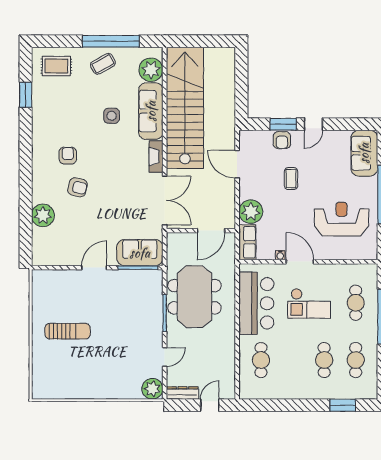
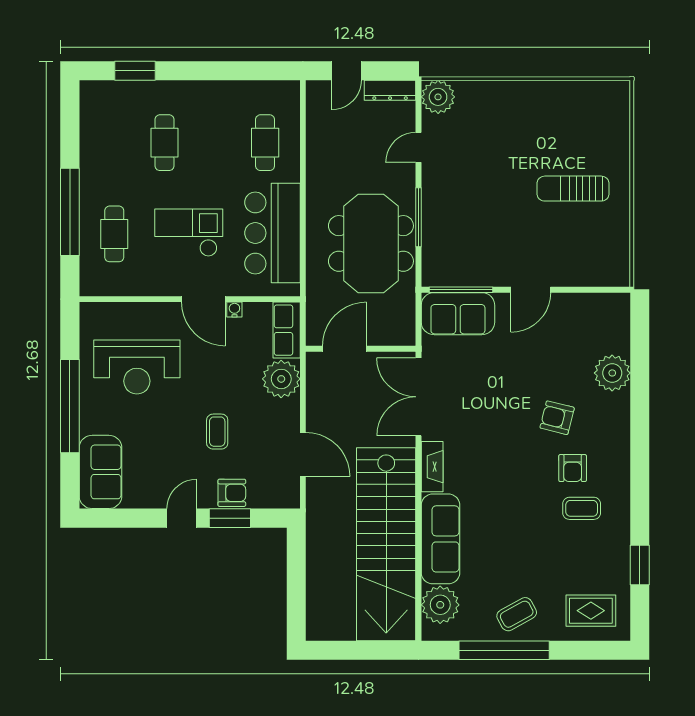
side table: (112, 116) -> (503, 532), removed
coffee table: (62, 130) -> (582, 508), added
armchair: (282, 140) -> (232, 493), turned 90
cafe table: (356, 360) -> (114, 143), removed

